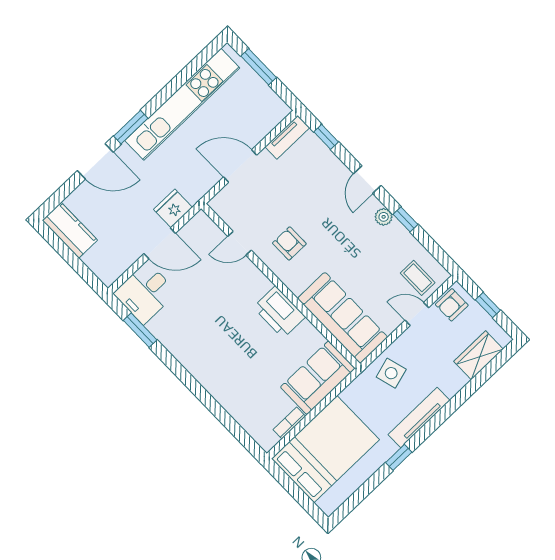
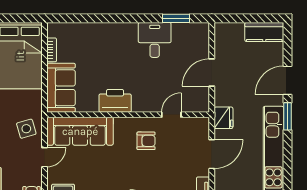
fridge: (173, 208) -> (223, 118), moved
desk: (145, 293) -> (155, 40), moved
door: (417, 314) -> (44, 157), moved

